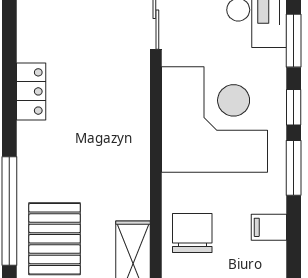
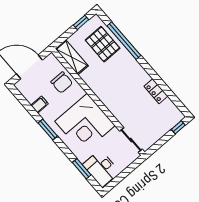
locker: (31, 91) -> (156, 91), moved
window: (294, 107) -> (64, 148), removed

